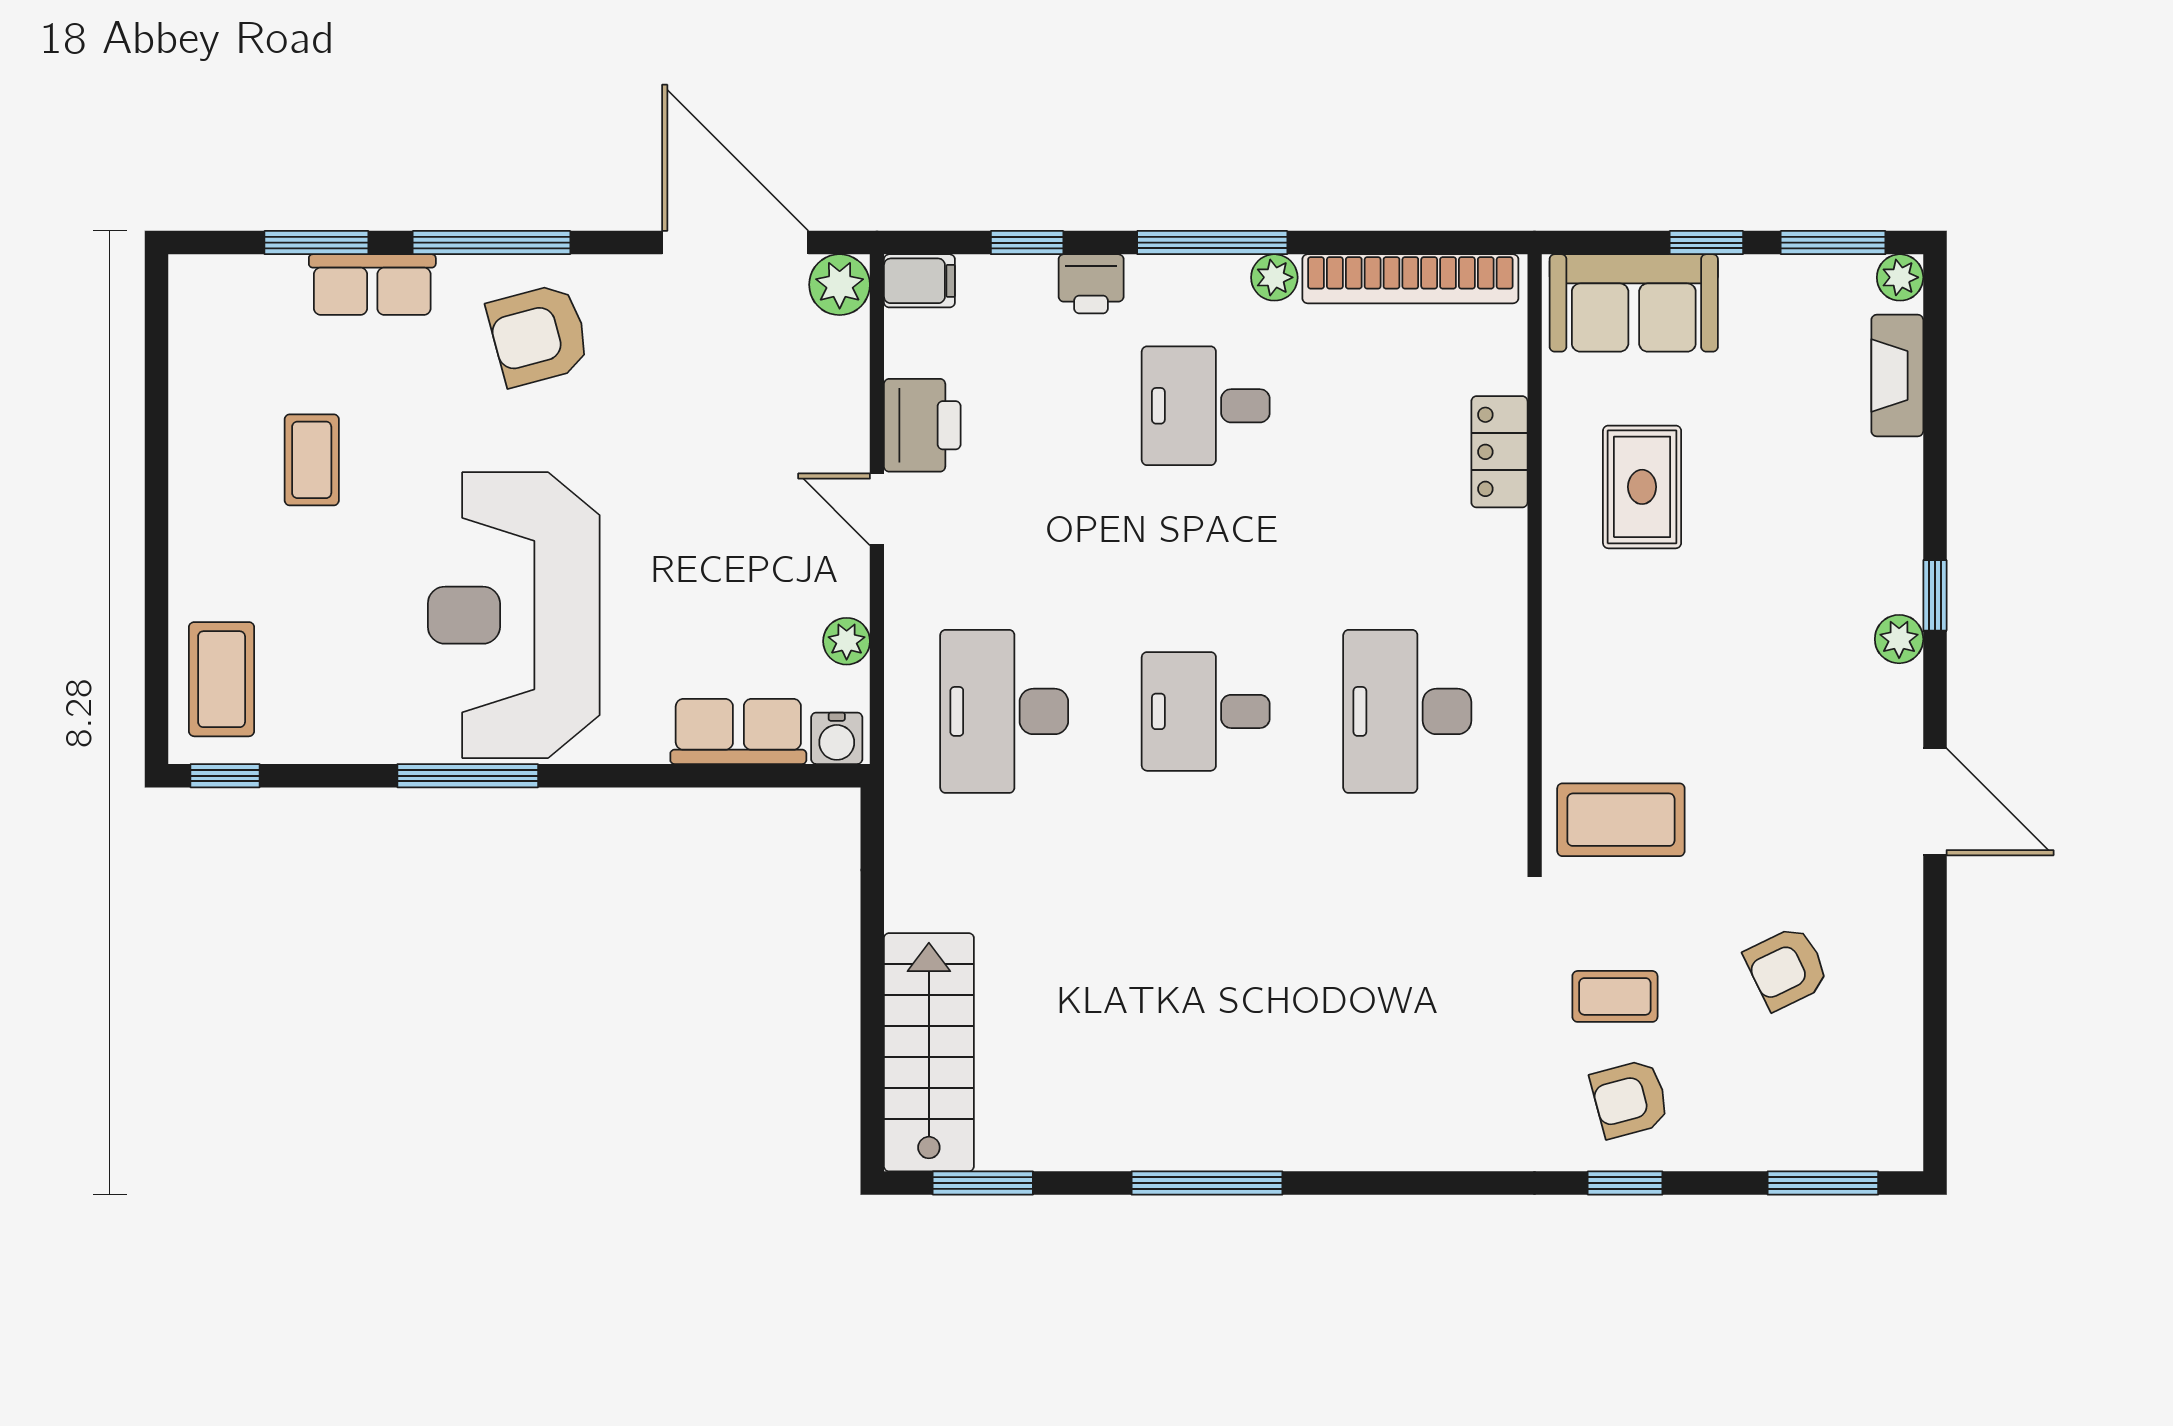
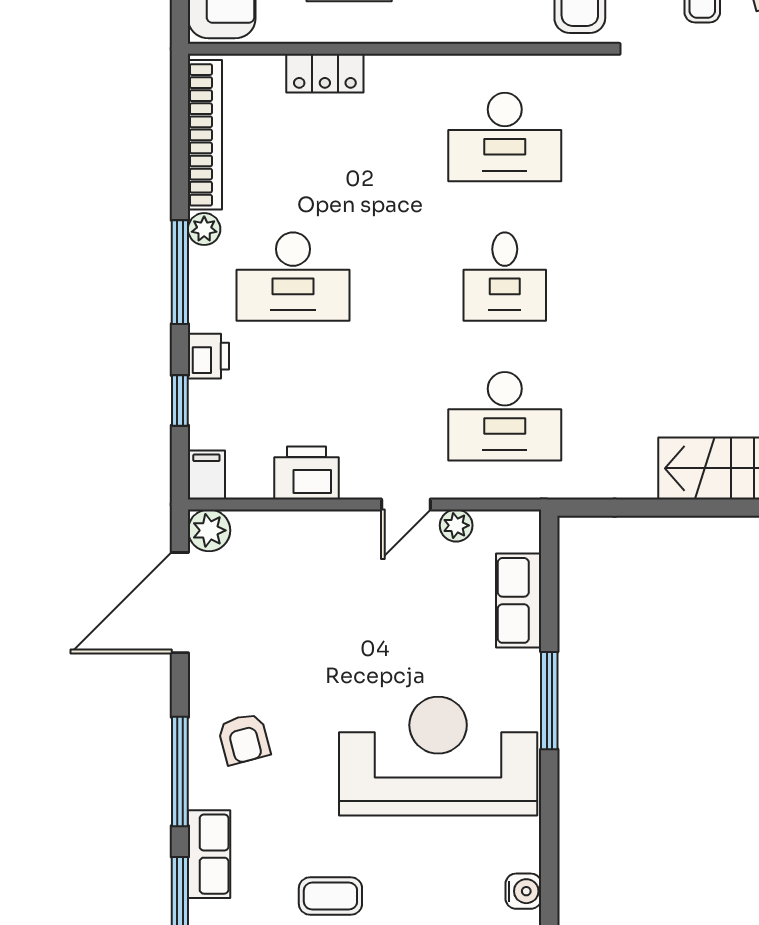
armchair: (539, 335) -> (244, 739), width x0.72, depth x0.72
desk: (1206, 406) -> (293, 277), width x1.37
door: (877, 509) -> (406, 504), moved
reception desk: (514, 615) -> (438, 756), turned 180
water cooler: (837, 738) -> (523, 891), moved
window: (468, 776) -> (549, 701), moved

